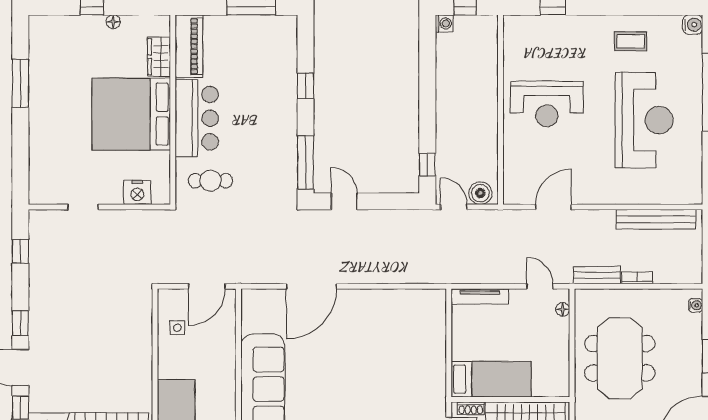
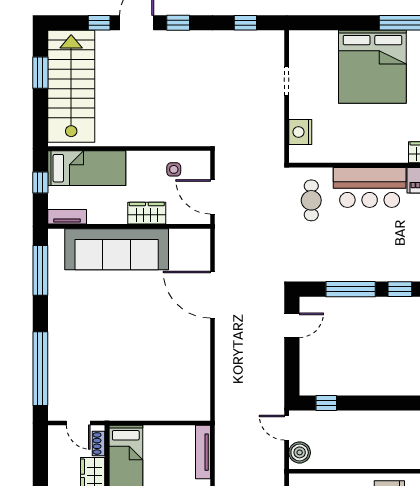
bed: (131, 114) -> (372, 67), moved, turned 180
window: (305, 162) -> (351, 289), moved
door: (454, 207) -> (287, 428), swing flipped
wardrobe: (224, 357) -> (147, 213), added

